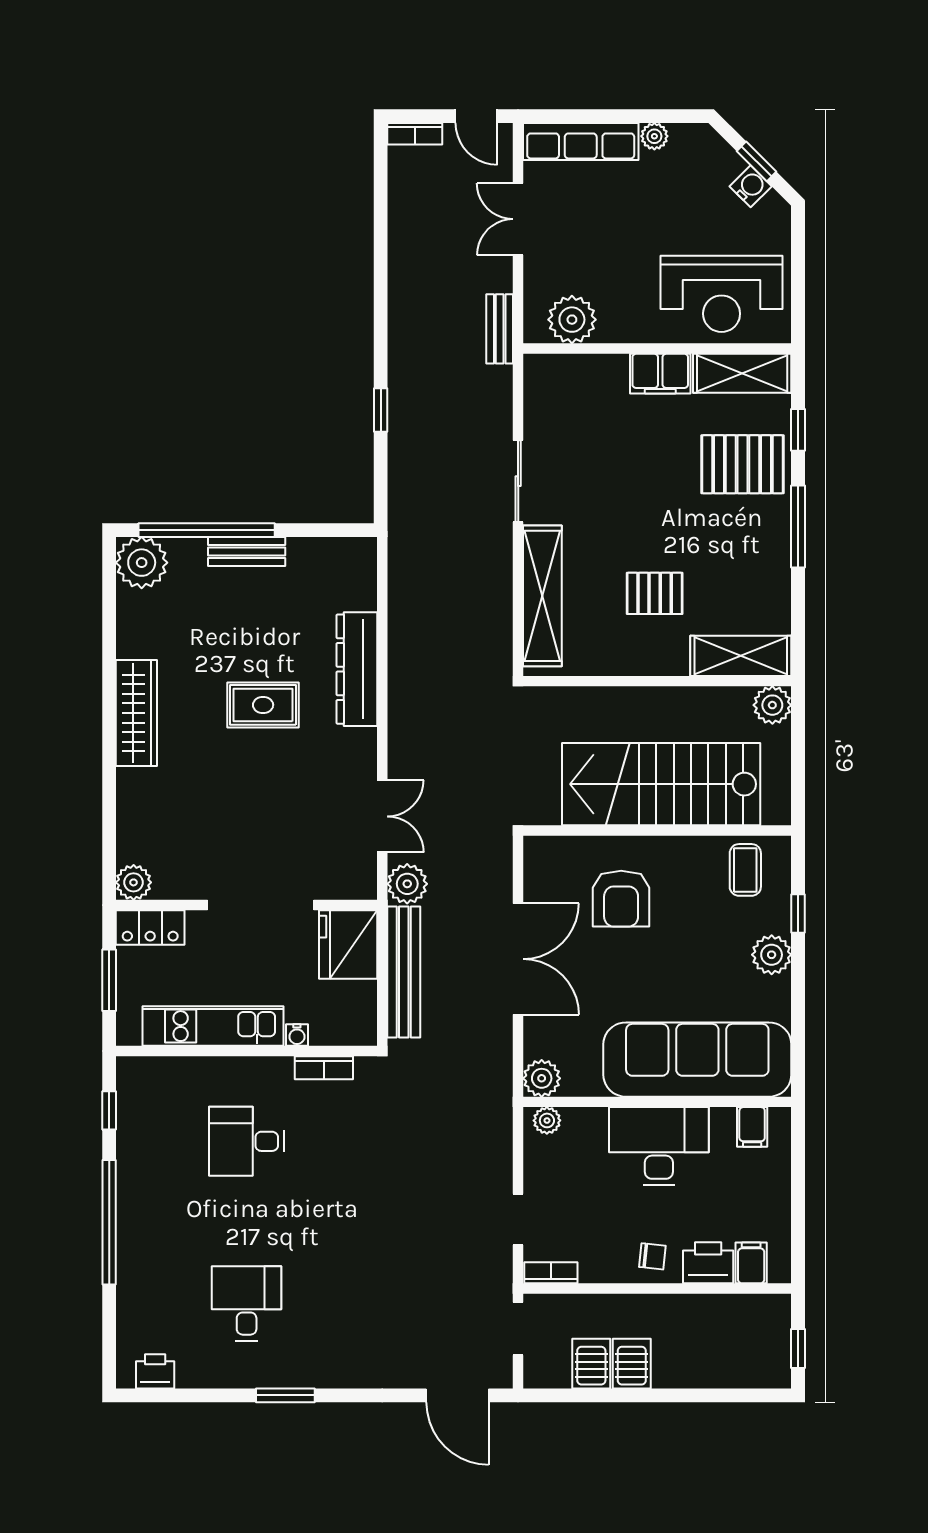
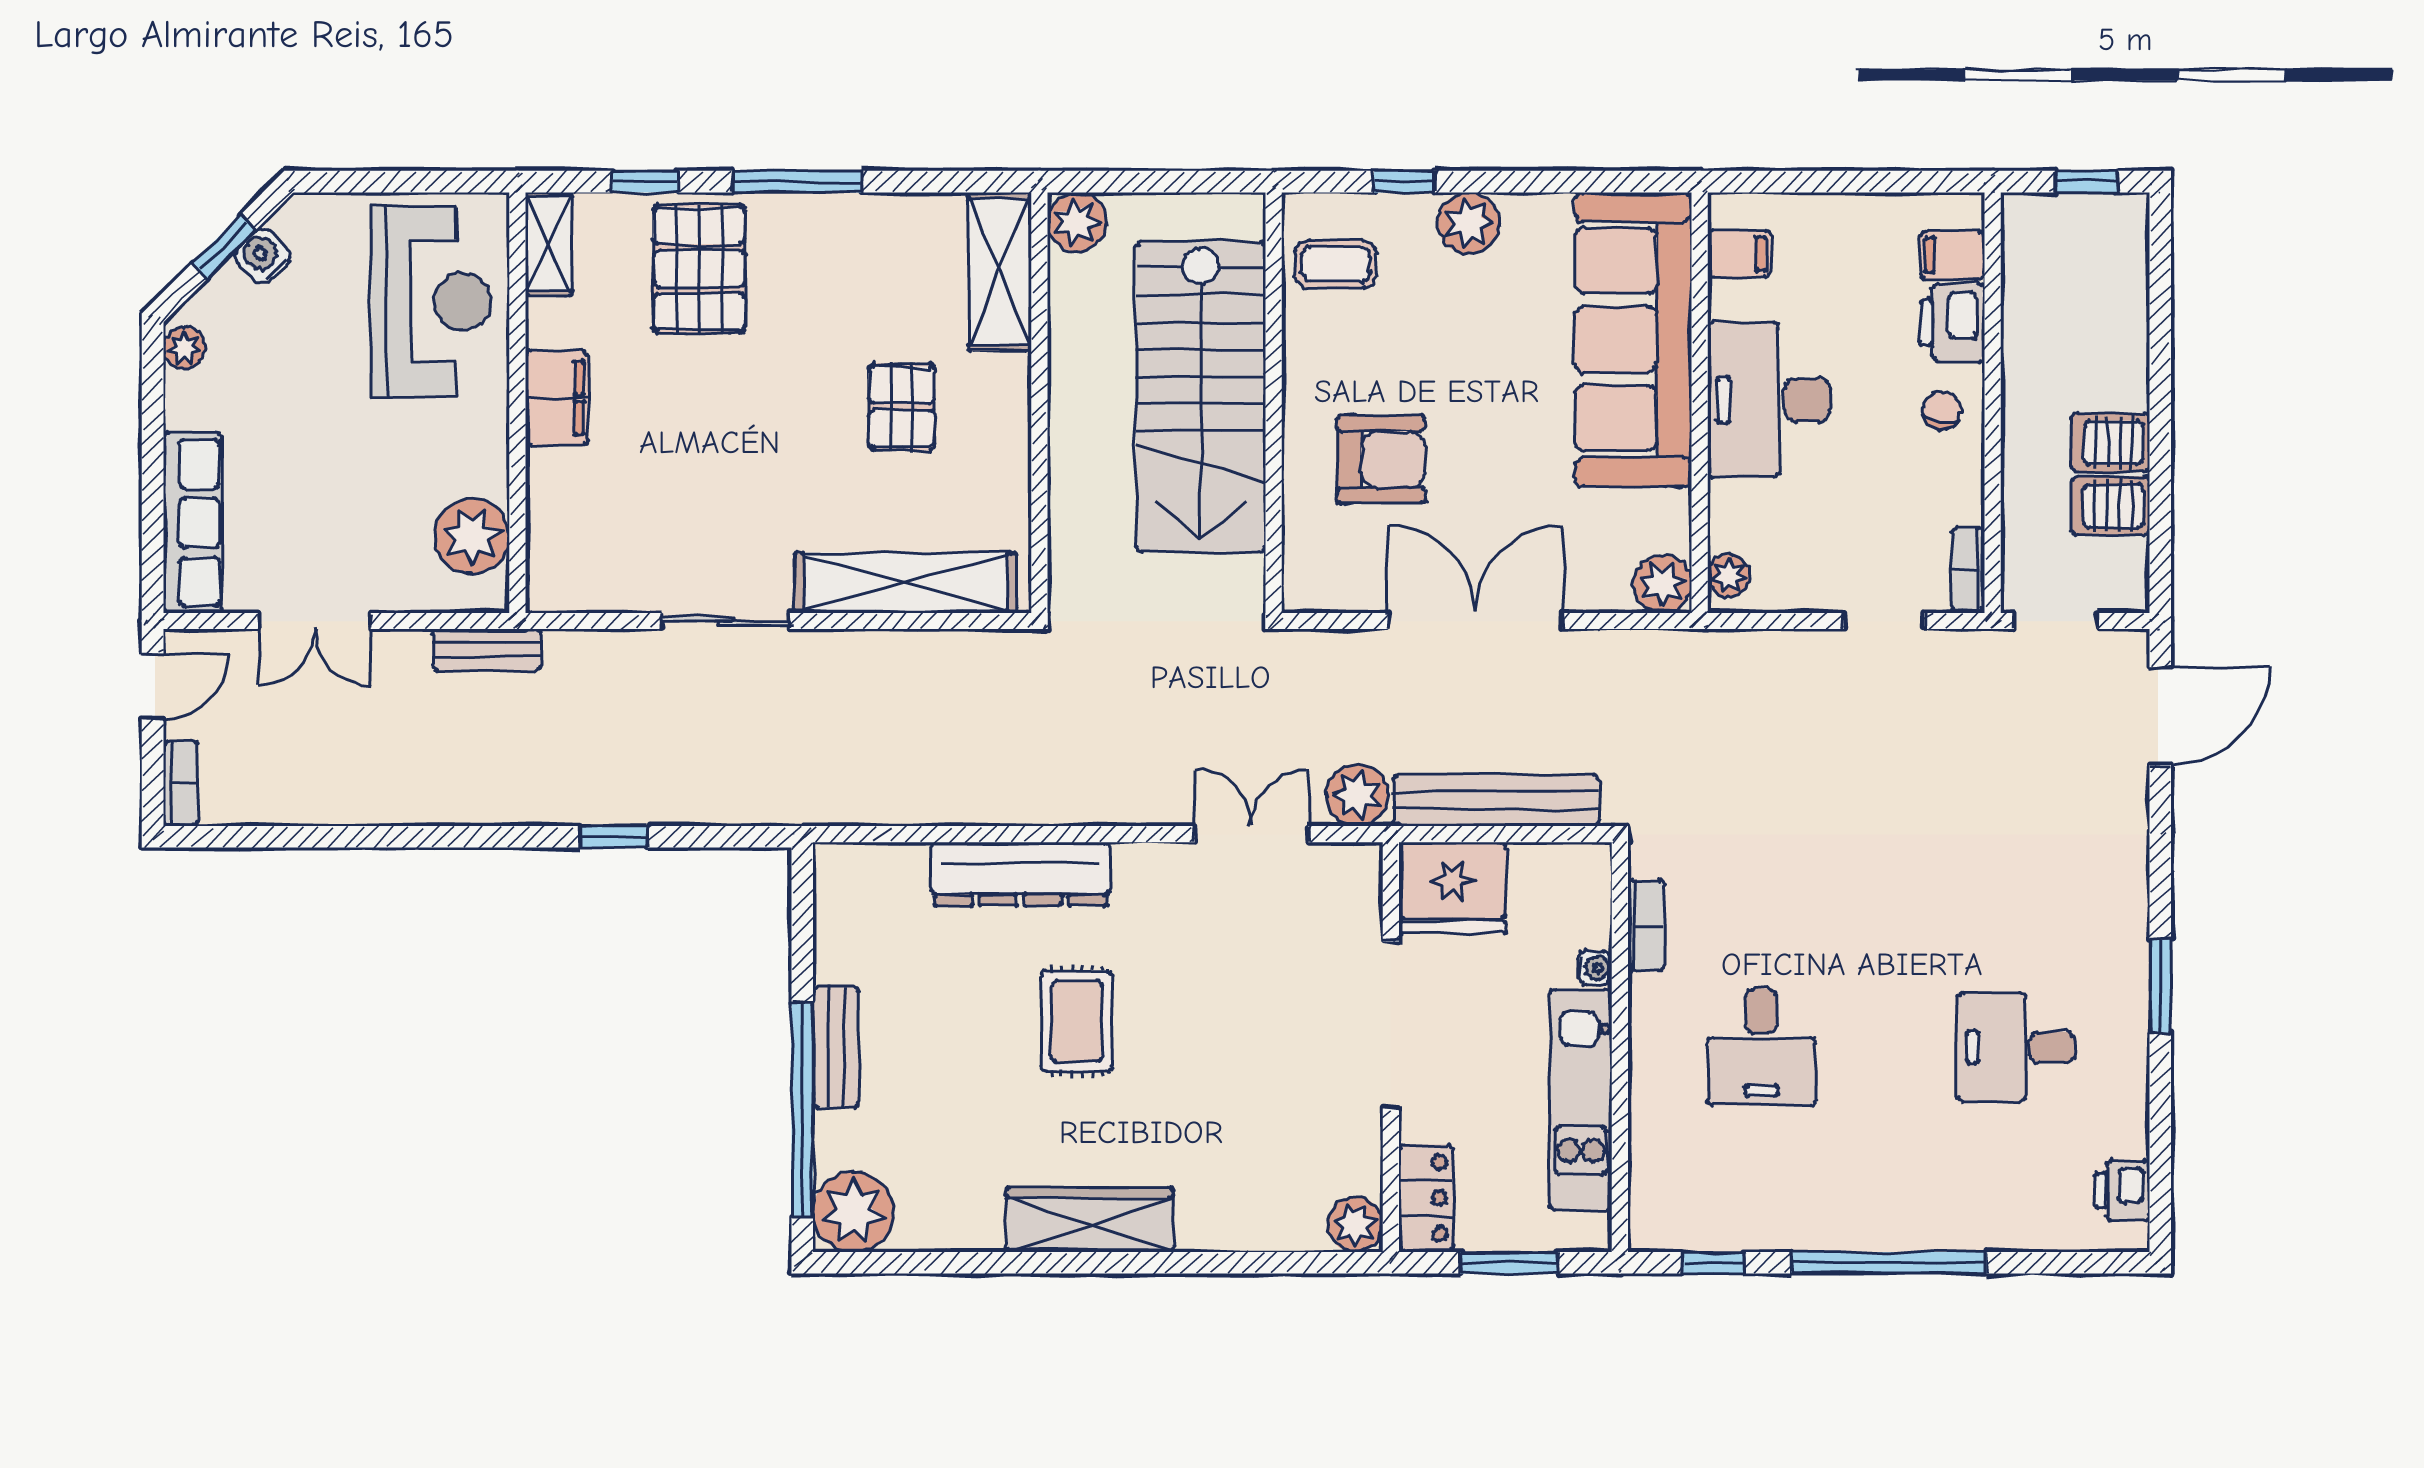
plant: (654, 136) -> (184, 348), moved
shelving: (742, 373) -> (549, 244), width x0.67, depth x0.75

